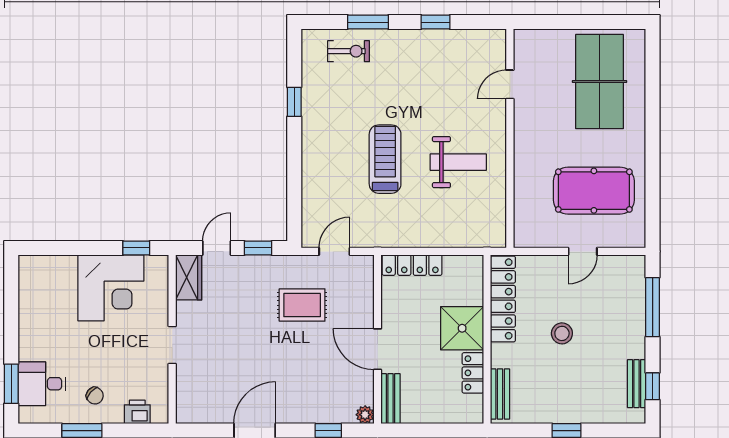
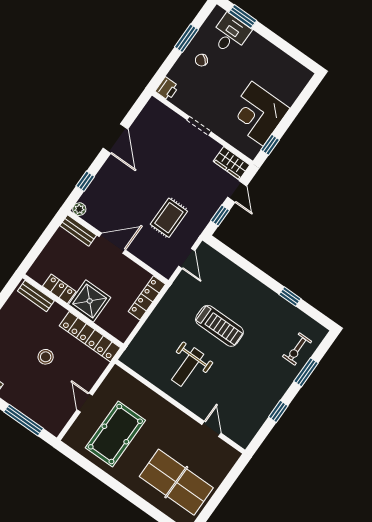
printer: (137, 412) -> (167, 89), moved

